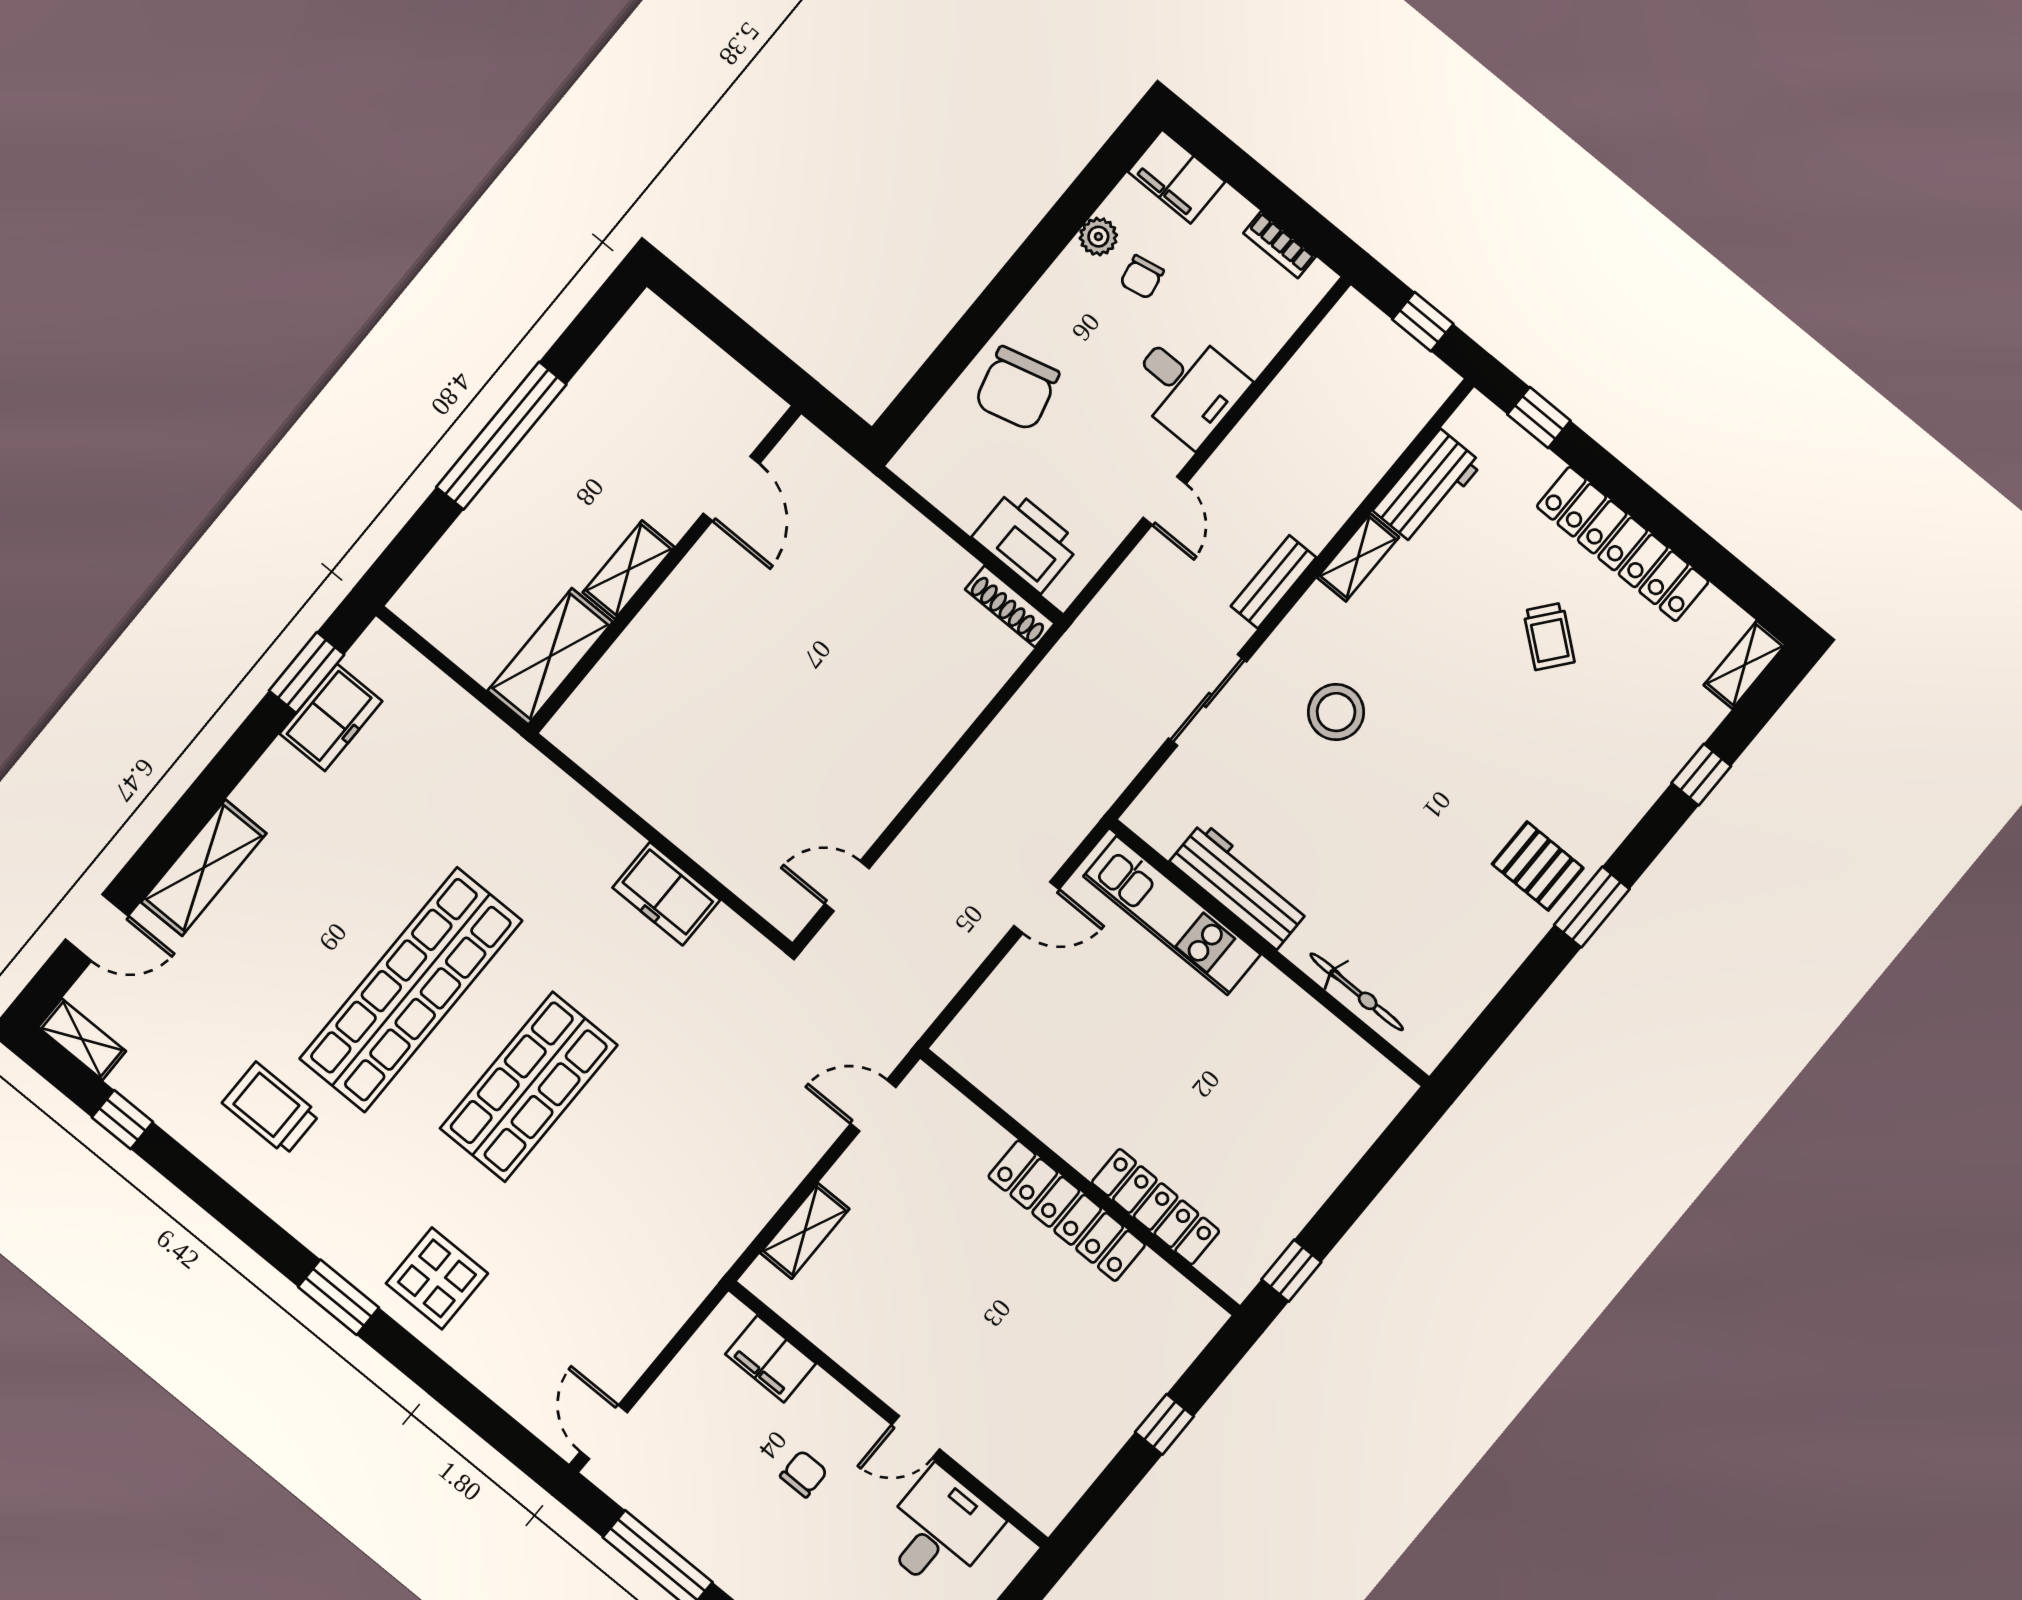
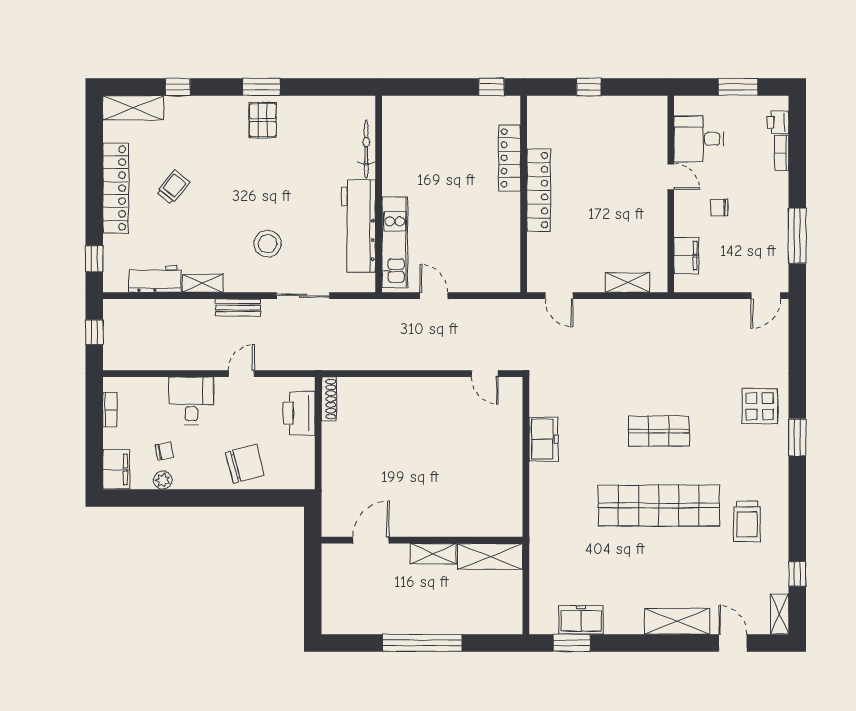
shelving: (1745, 665) -> (133, 108), width x1.50, depth x1.33
workbench: (1240, 886) -> (359, 226), width x1.36, depth x1.32
shop shelf: (529, 1087) -> (659, 431), width x0.70, depth x0.74

